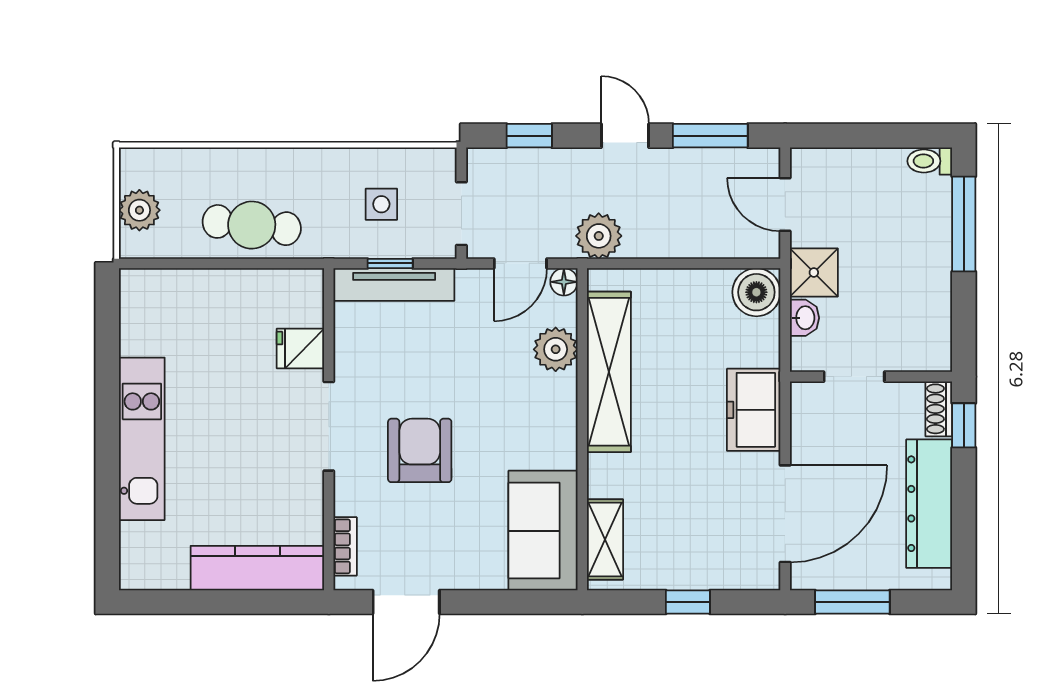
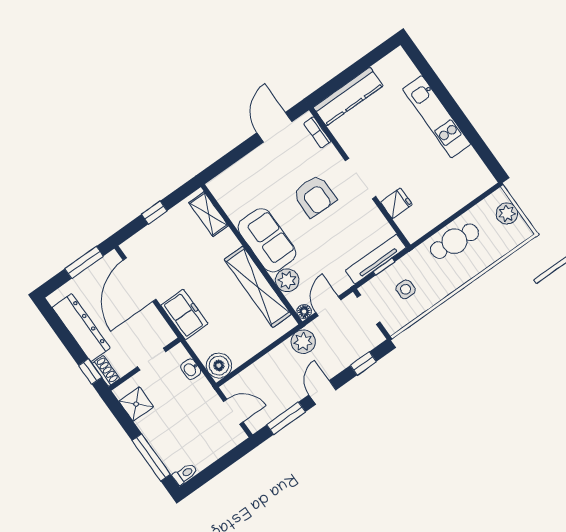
door: (625, 136) -> (322, 392), swing flipped
shower: (814, 272) -> (136, 404), moved
sofa: (543, 531) -> (267, 240), moved

